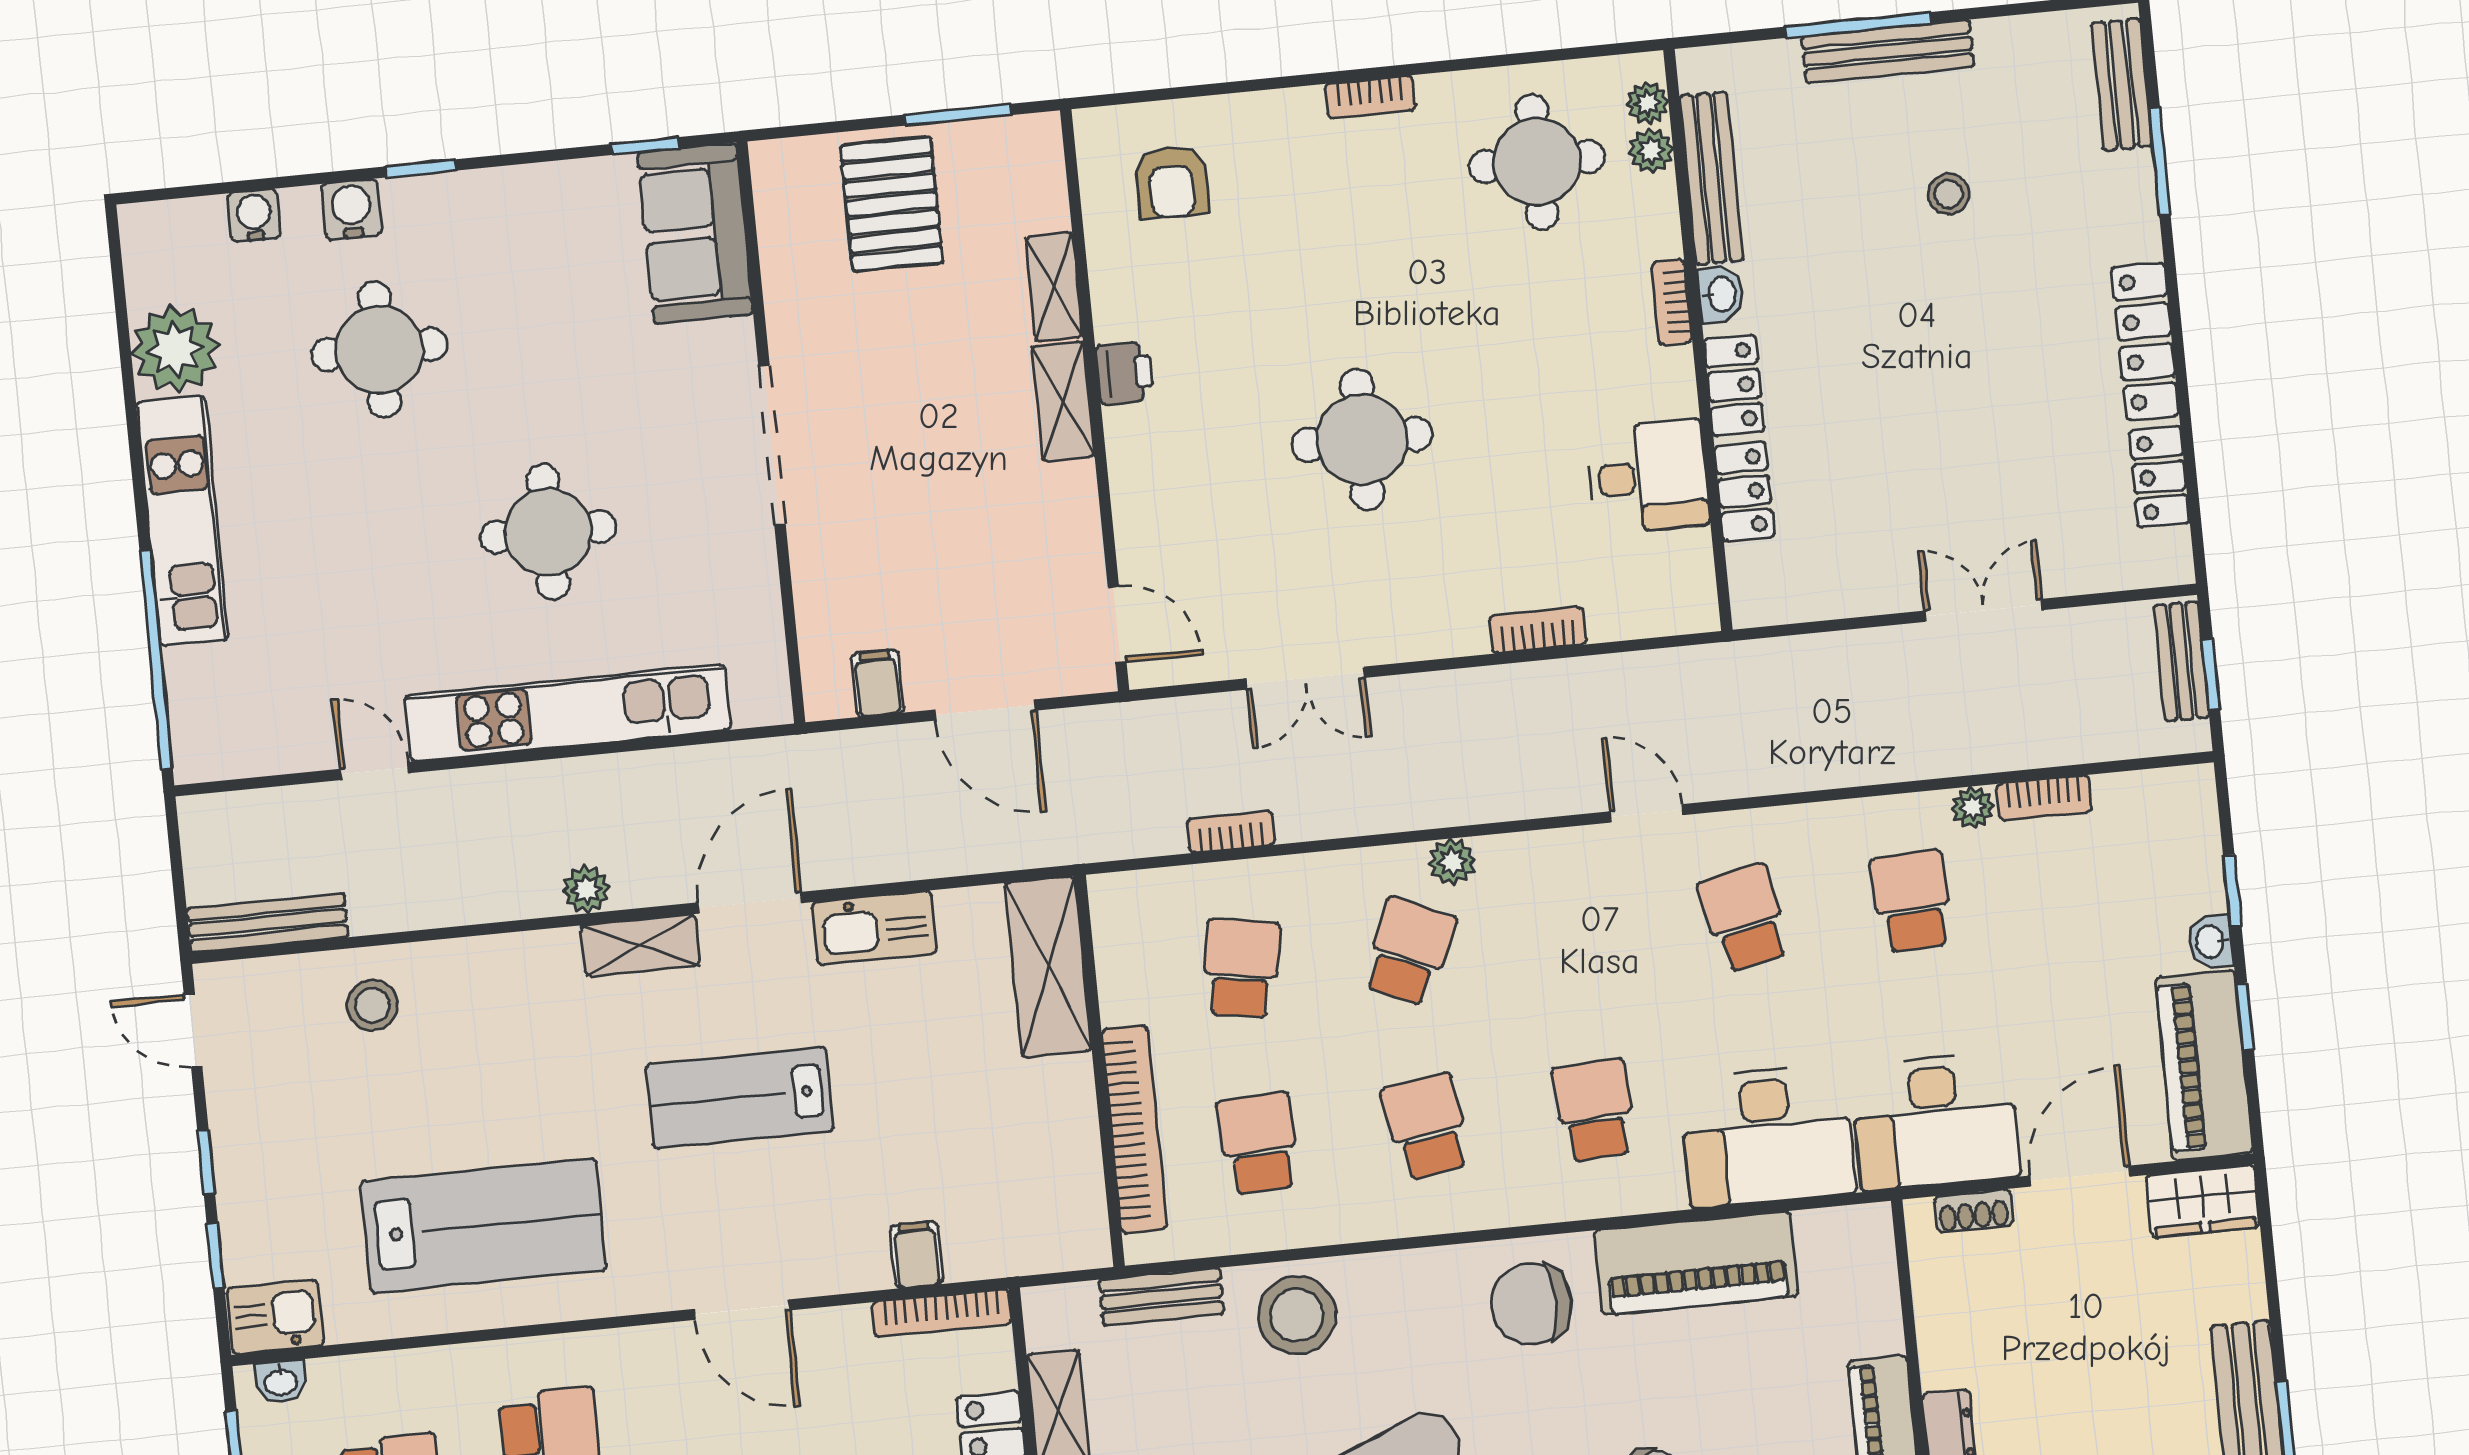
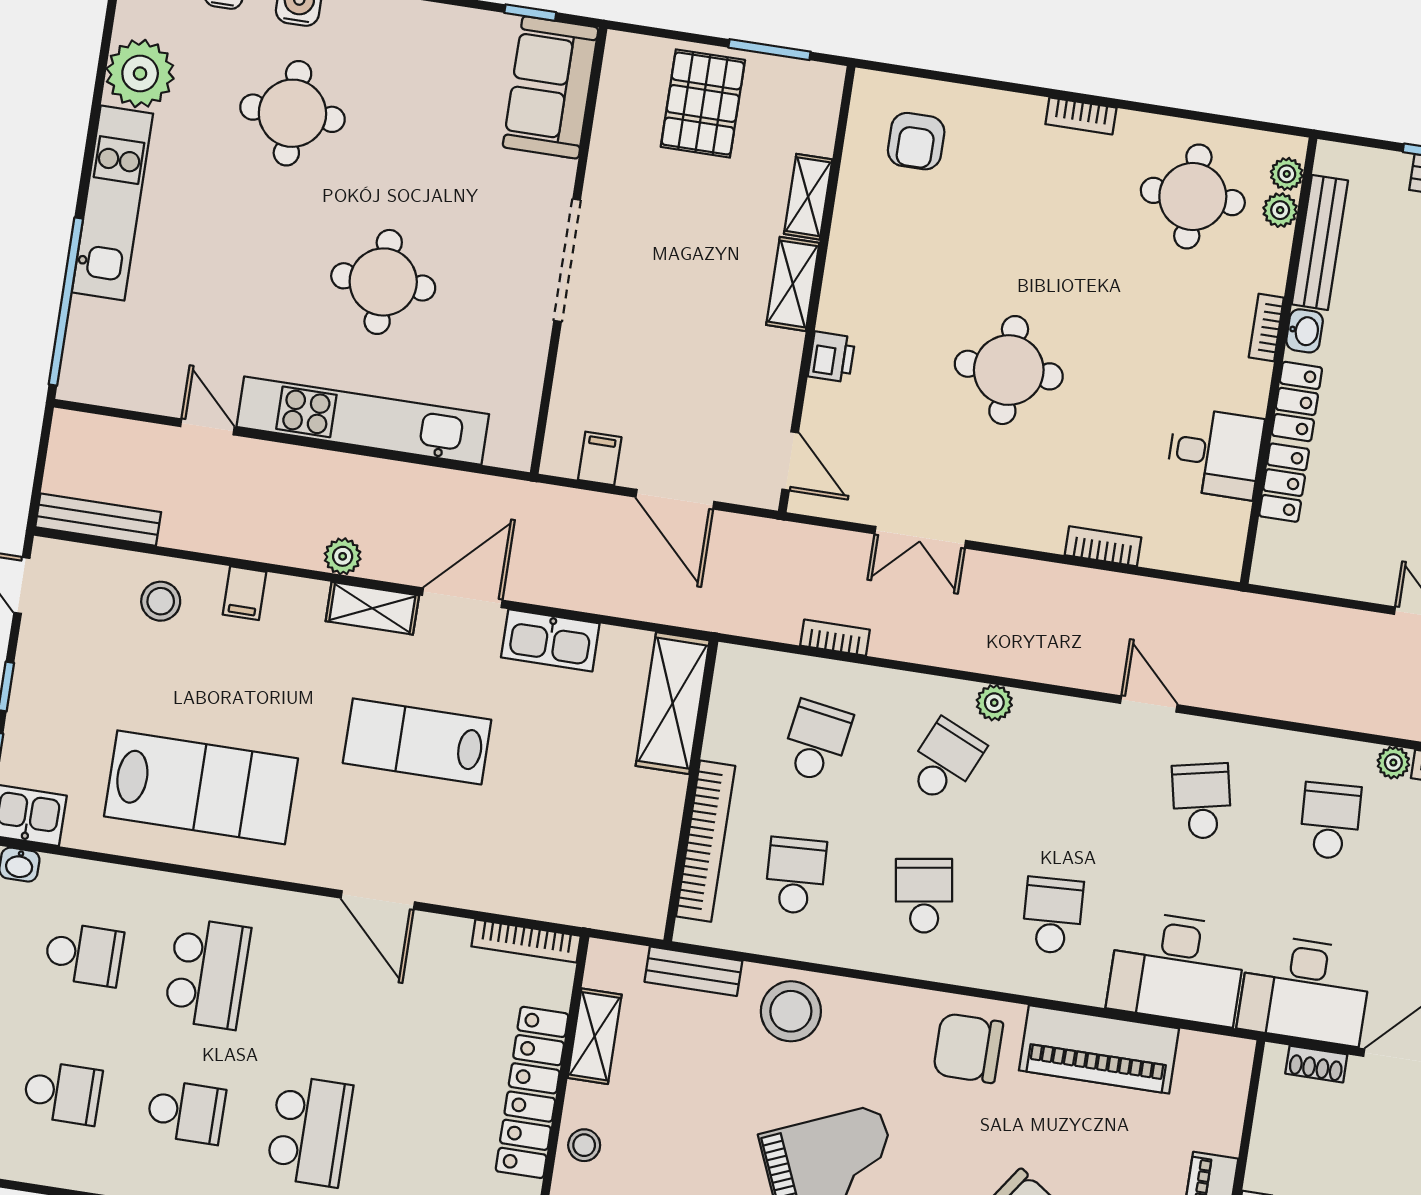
printer: (1125, 373) -> (832, 357), moved
filing cabinet: (916, 1255) -> (244, 593), moved, turned 180

